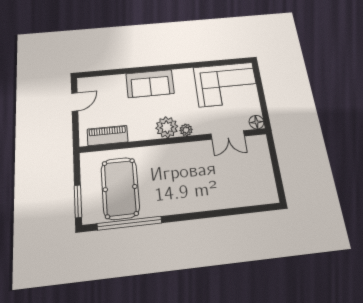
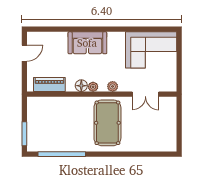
floor lamp: (256, 122) -> (81, 86), moved
plant: (167, 127) -> (93, 87), width x0.53, depth x0.53
pool table: (120, 188) -> (107, 123), moved

